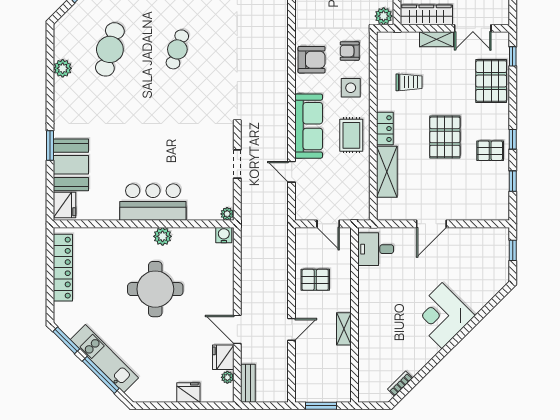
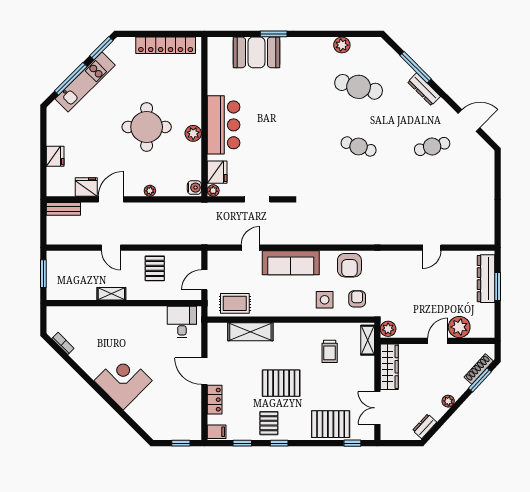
shelving: (437, 39) -> (368, 340), moved
locker: (385, 129) -> (215, 400), moved, turned -90
rug: (351, 135) -> (235, 303), moved
fridge: (64, 205) -> (217, 172), moved, turned -90
filing cabinet: (500, 210) -> (217, 432), added
plant: (227, 377) -> (150, 191), moved

